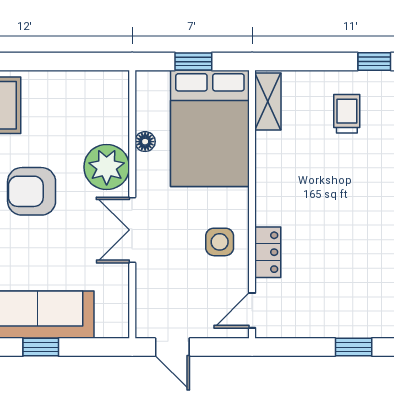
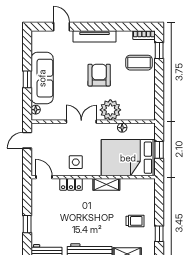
shelving: (268, 101) -> (106, 184), moved
floor lamp: (106, 329) -> (36, 110), added

